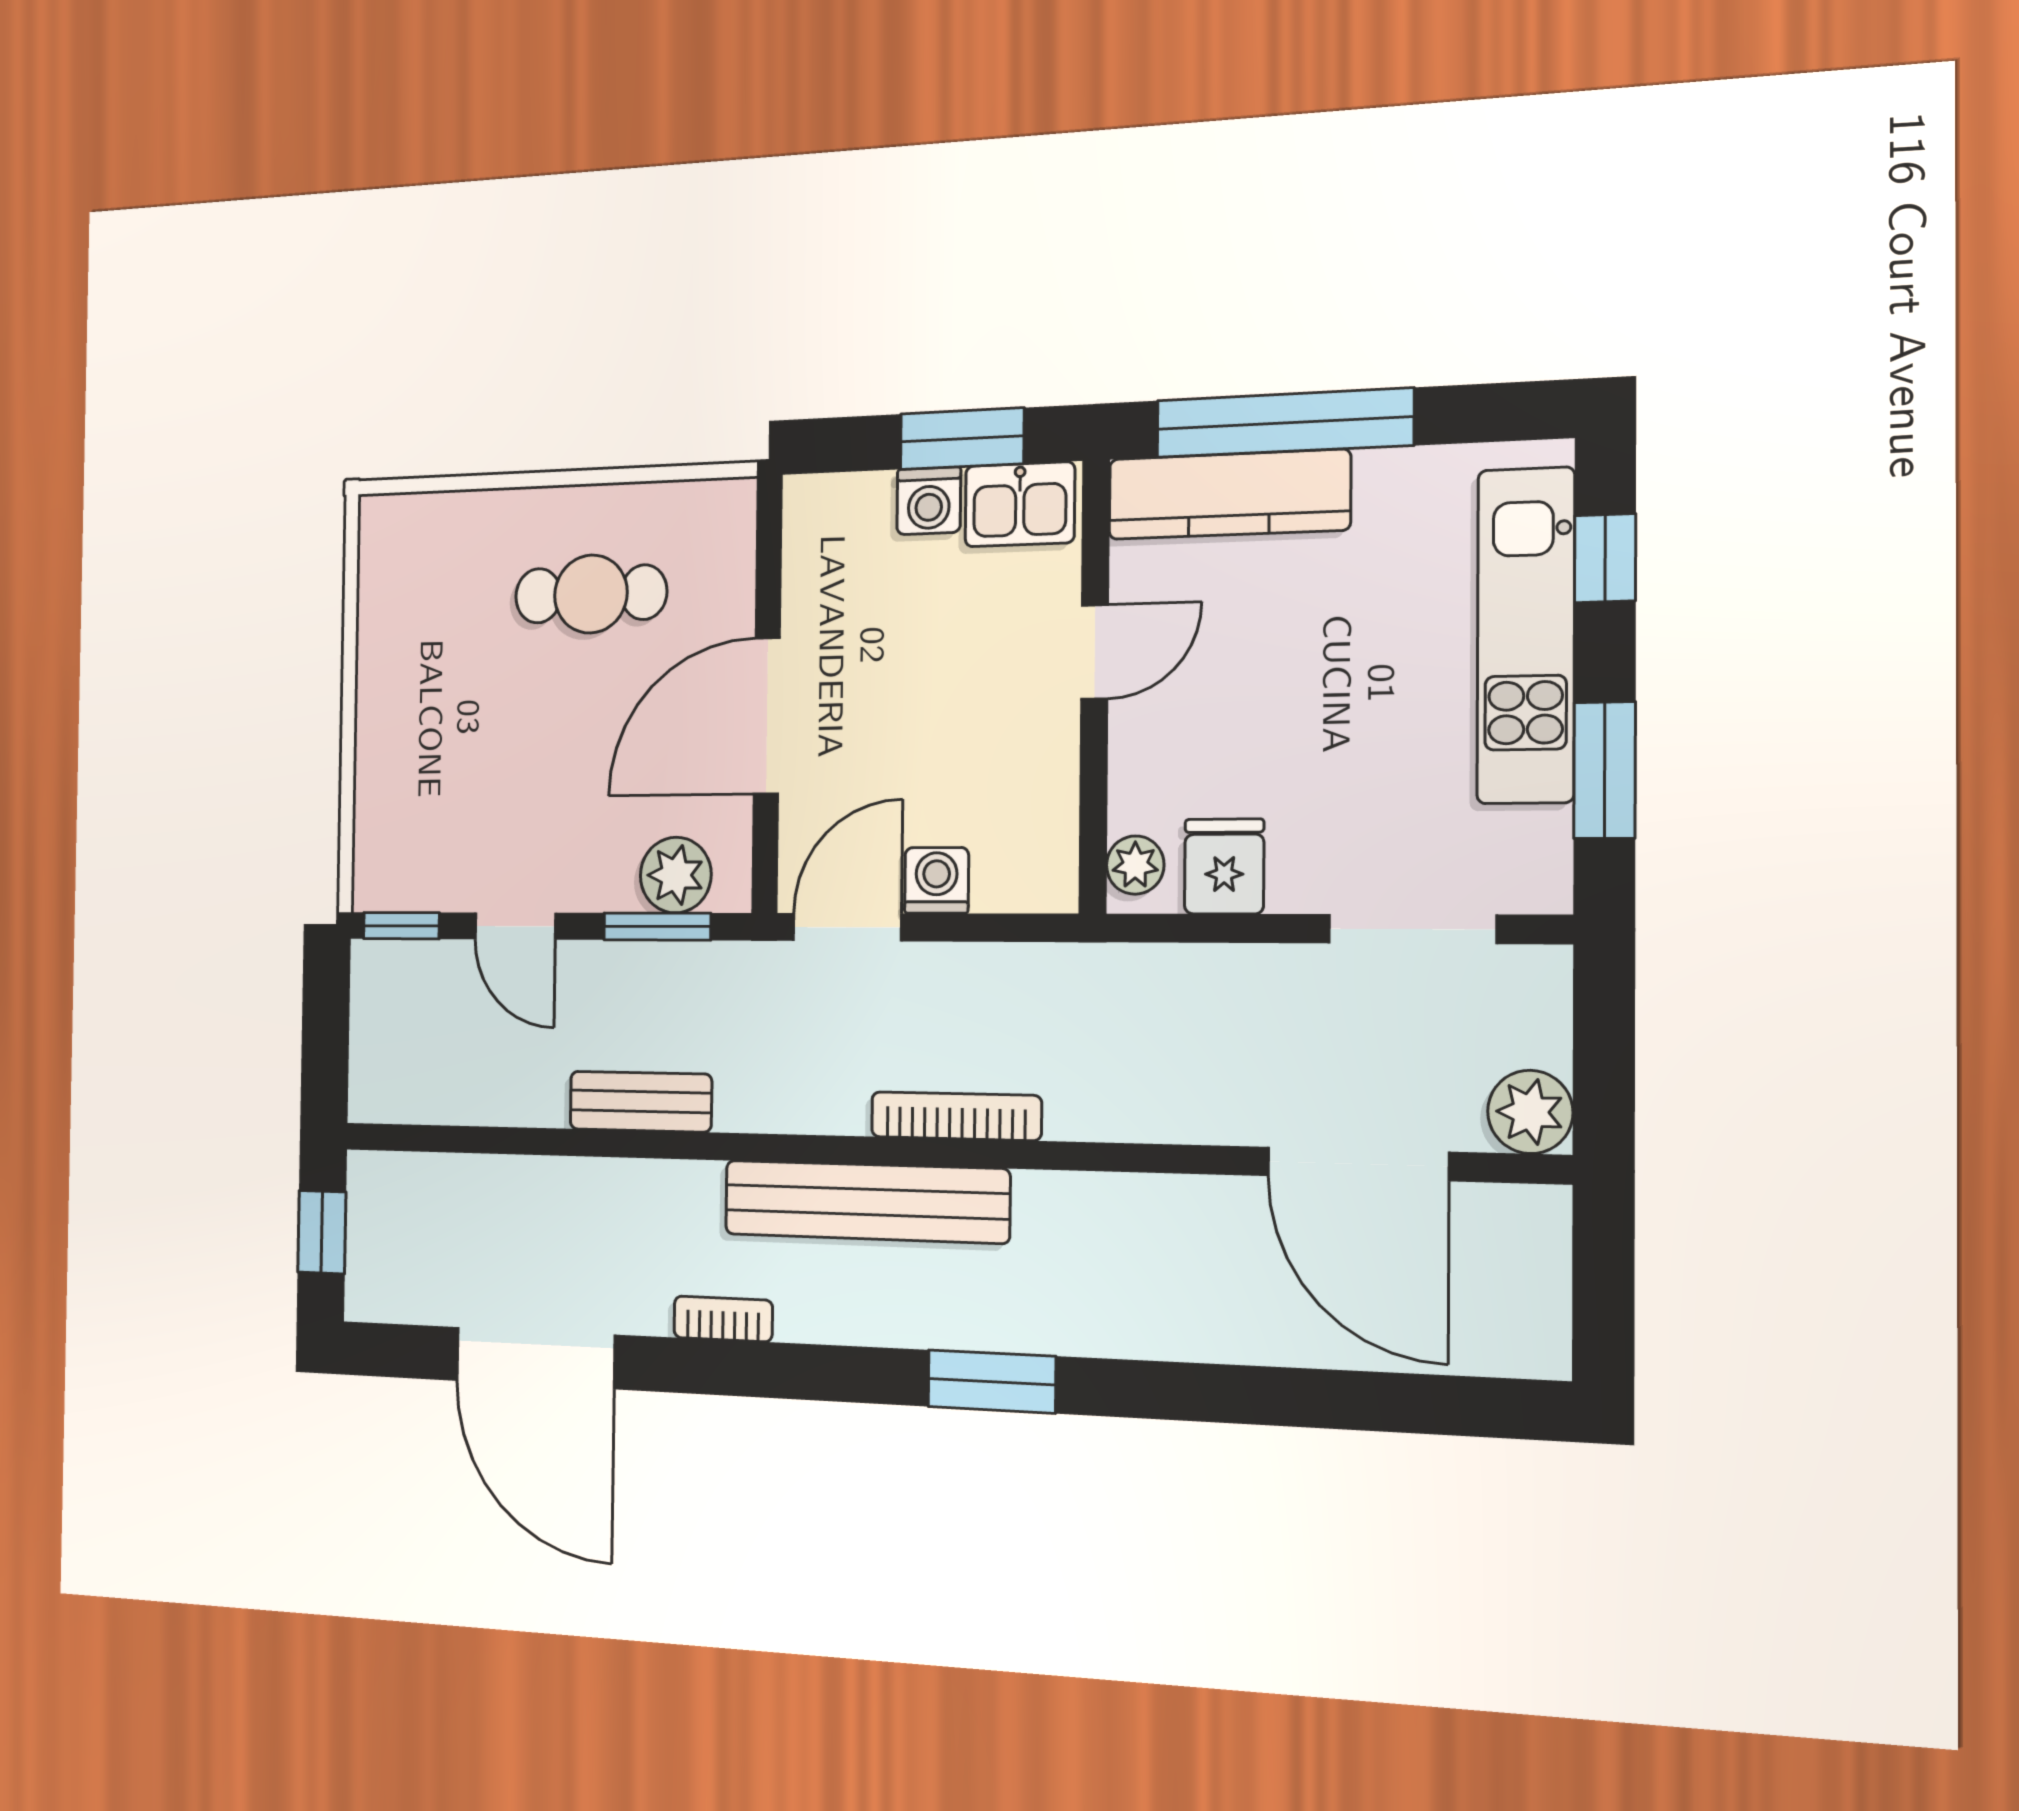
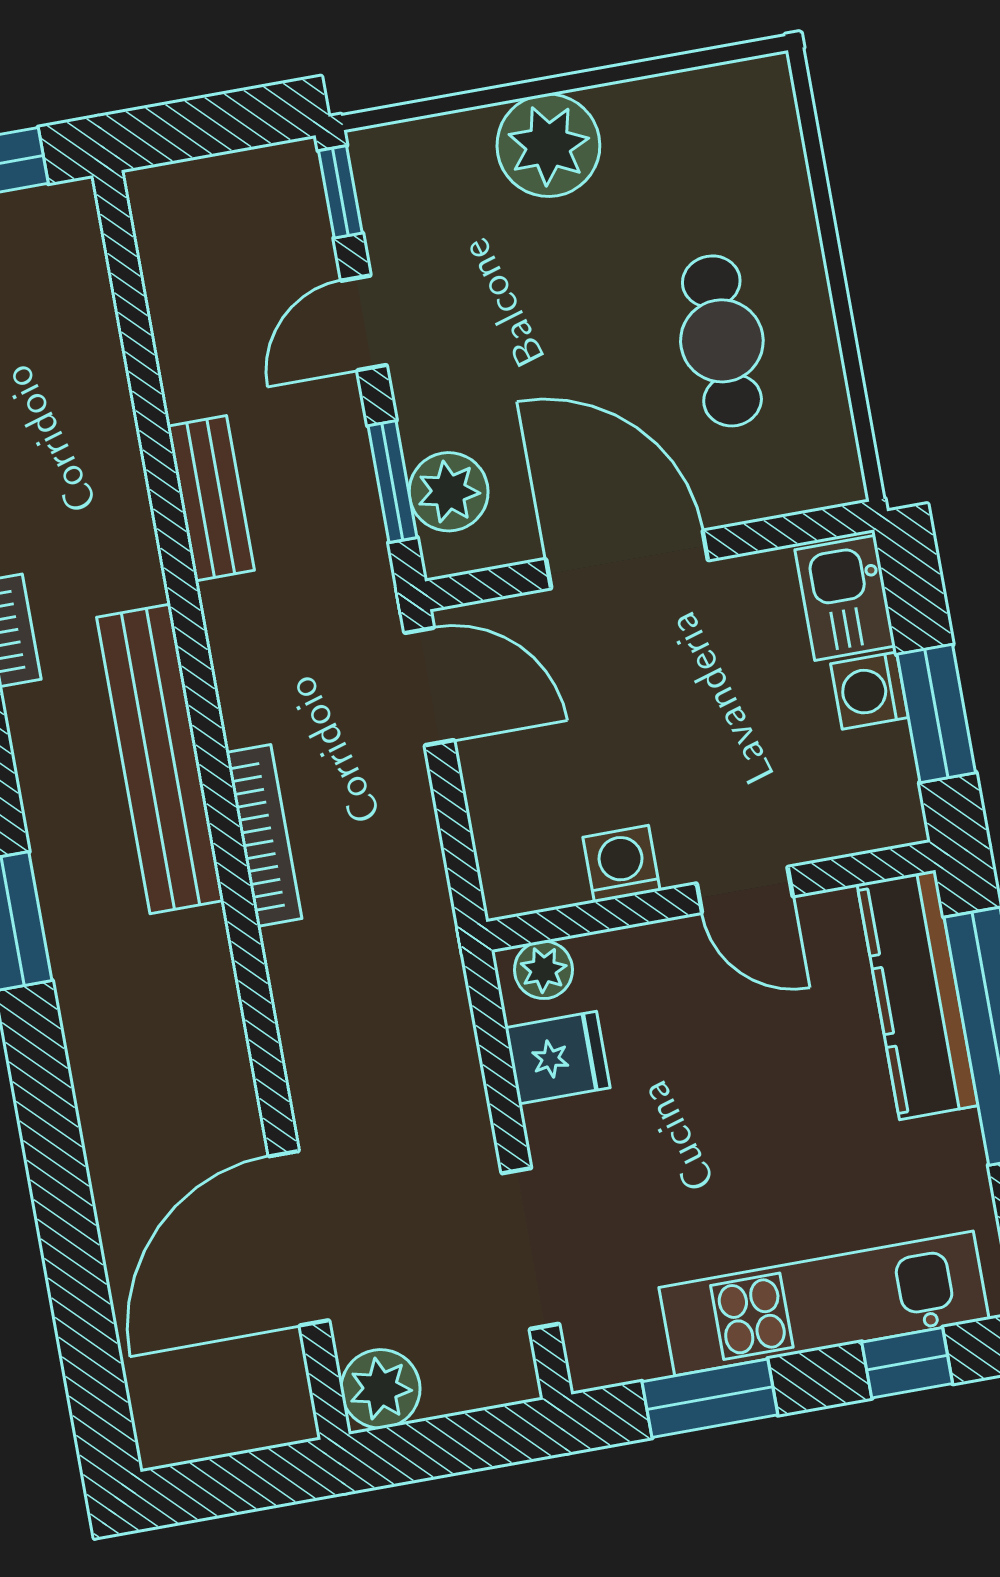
kitchen sink: (1020, 504) -> (845, 598), moved
plant: (397, 727) -> (548, 145), added
washing machine: (937, 880) -> (621, 864), moved, turned -90

